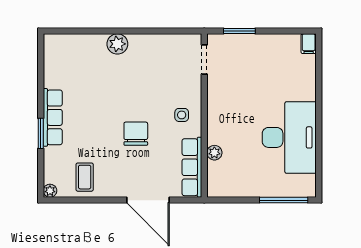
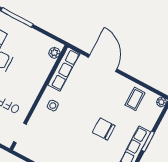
chair: (136, 134) -> (104, 129), moved, turned 90
plant: (214, 153) -> (54, 53), moved

